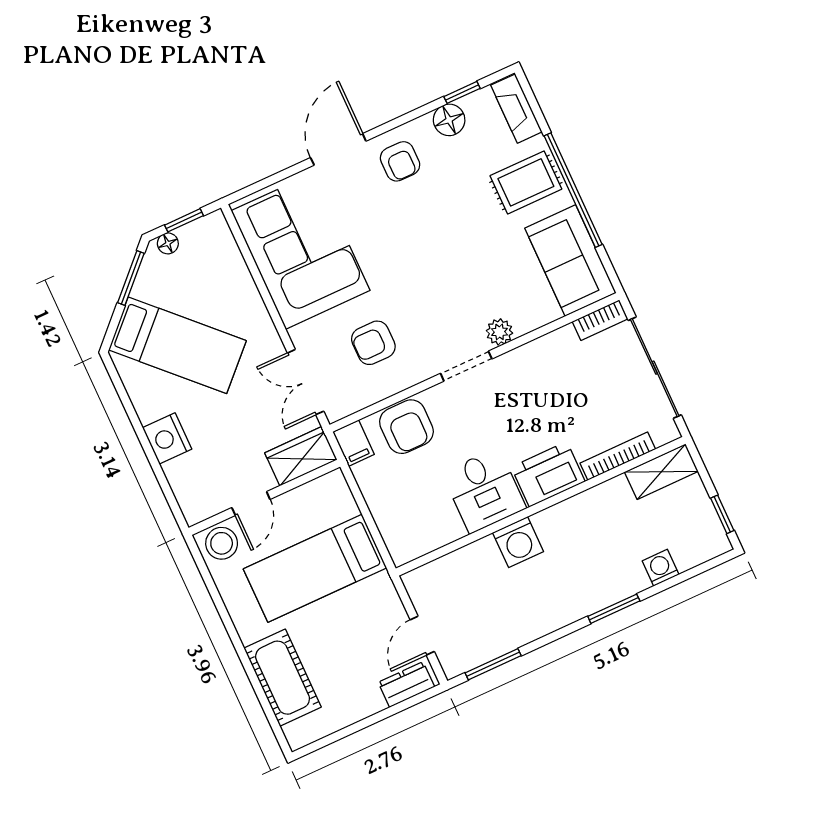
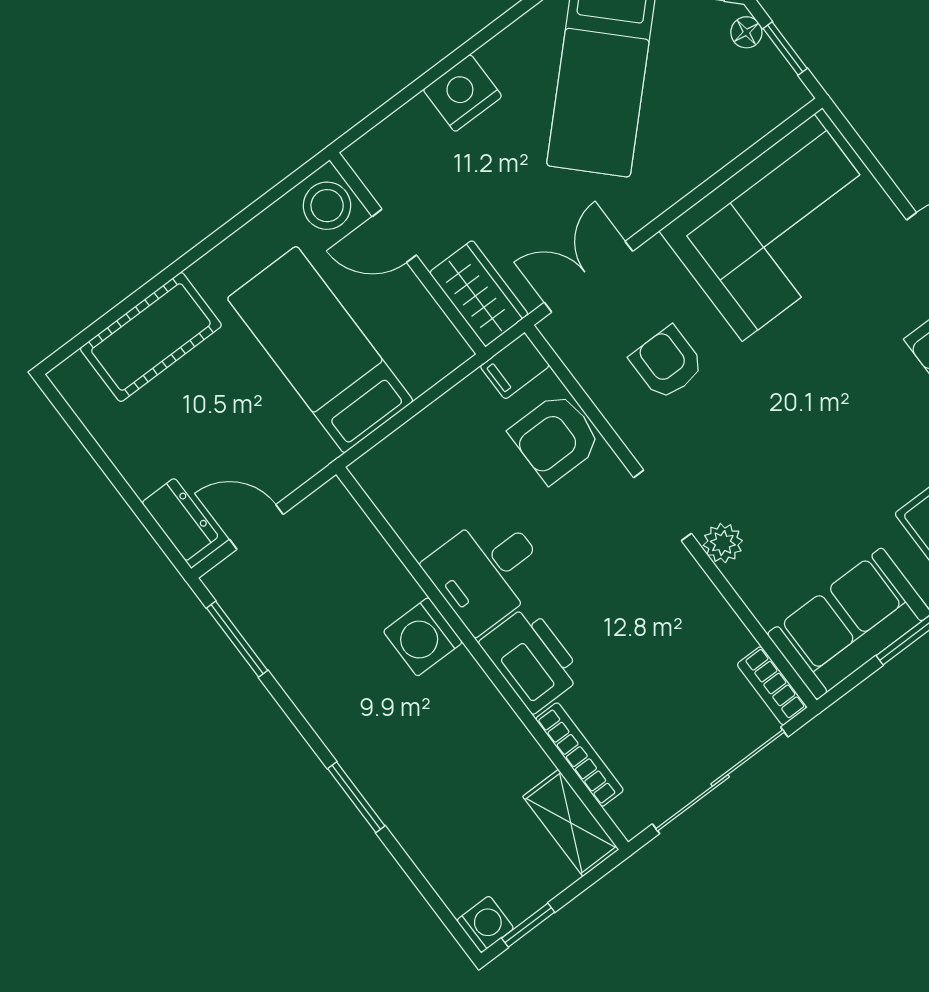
washing machine: (661, 568) -> (485, 924), moved

